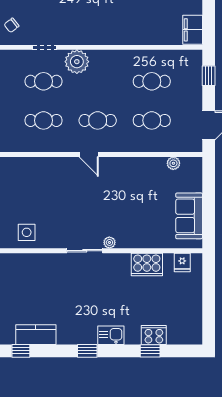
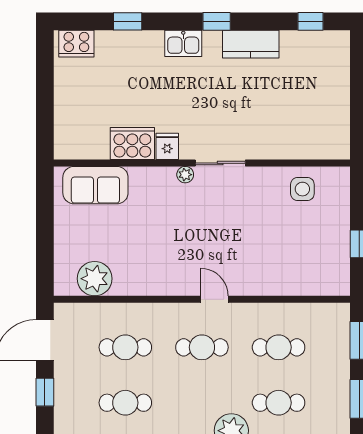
window: (209, 76) -> (45, 392), moved
plant: (173, 163) -> (95, 279), width x1.87, depth x1.87
sofa: (189, 216) -> (95, 185), moved, turned 90
fridge: (182, 262) -> (167, 146), moved
kitchen counter: (36, 335) -> (251, 44), moved
cooker: (154, 335) -> (76, 44), moved

